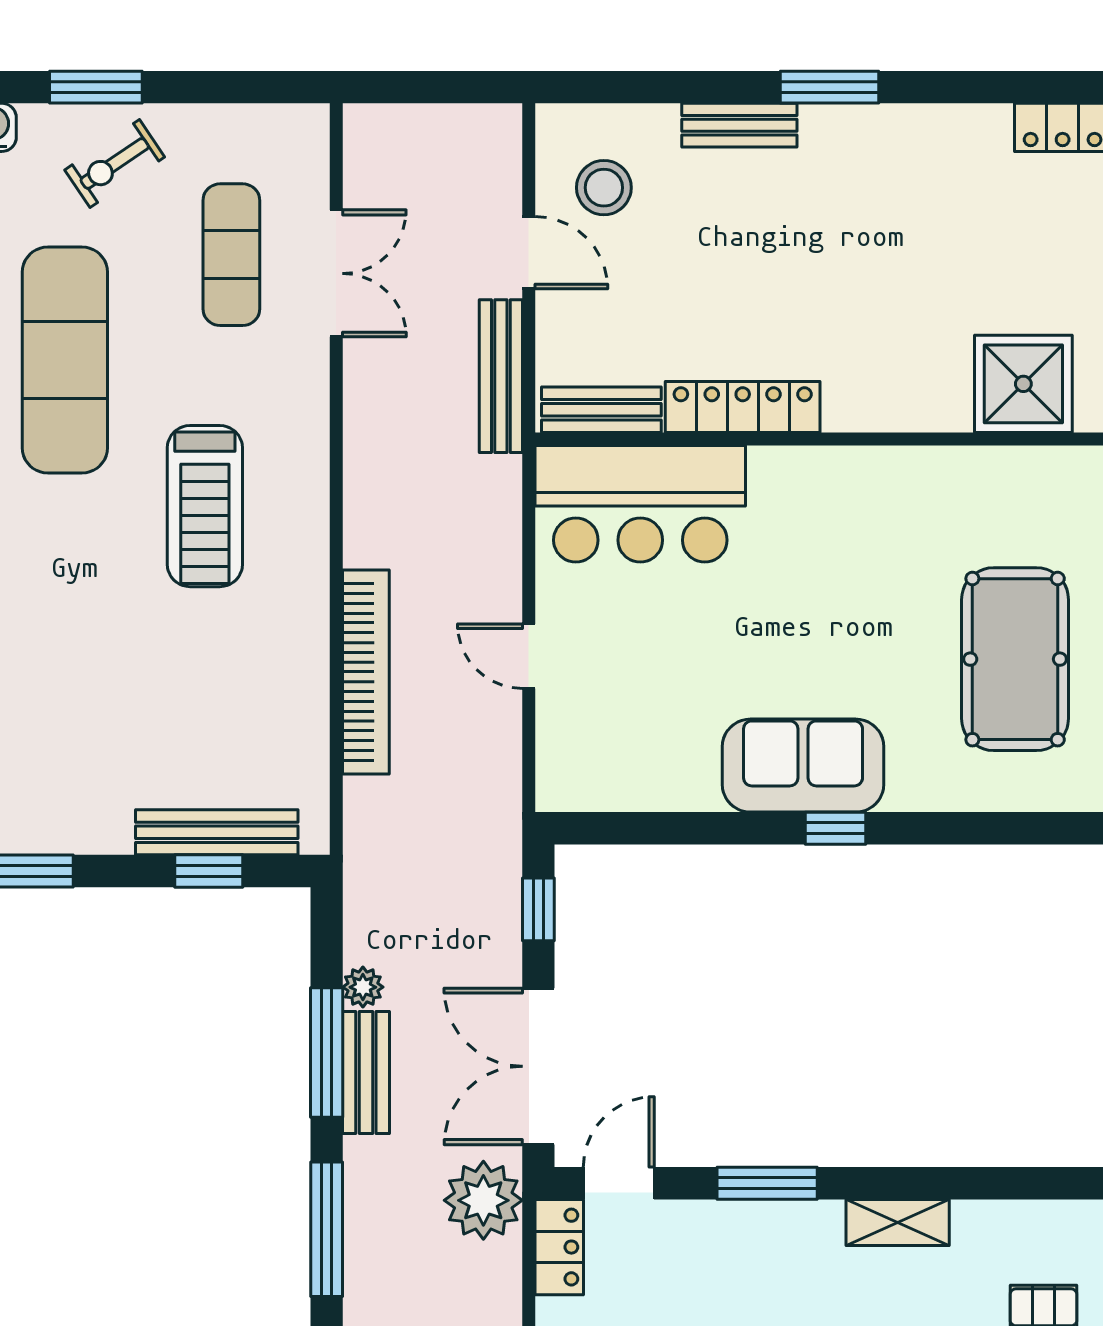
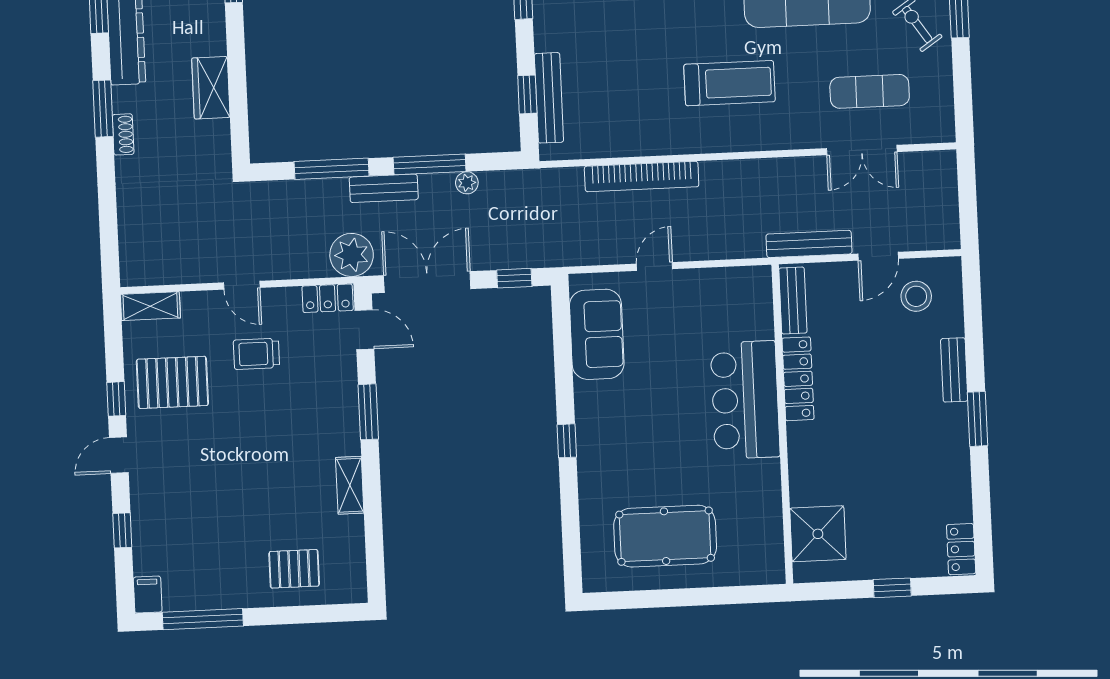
bar counter: (640, 504) -> (745, 400), moved
treadmill: (205, 506) -> (729, 83), turned 180
sofa: (803, 766) -> (597, 334), moved
bench: (366, 1073) -> (384, 188), moved

